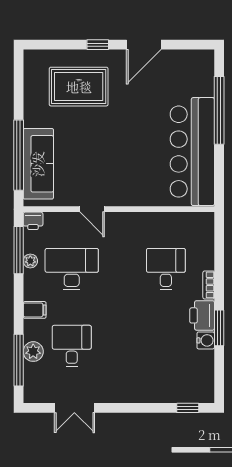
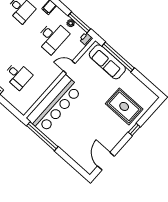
door: (144, 45) -> (106, 161), moved
rug: (79, 87) -> (124, 106), turned 90
window: (219, 110) -> (42, 136), moved
bar counter: (192, 152) -> (55, 104), moved, turned 90

